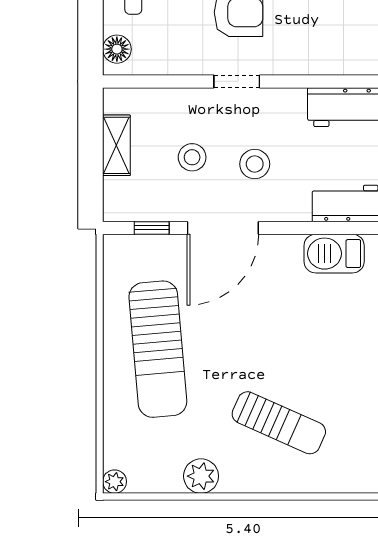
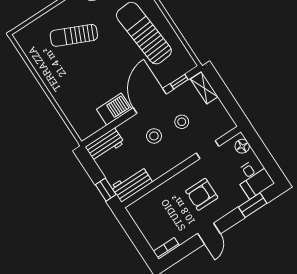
doorway: (237, 81) -> (208, 150), moved
shelving: (116, 145) -> (204, 88), moved
barbecue: (334, 254) -> (114, 109), moved

